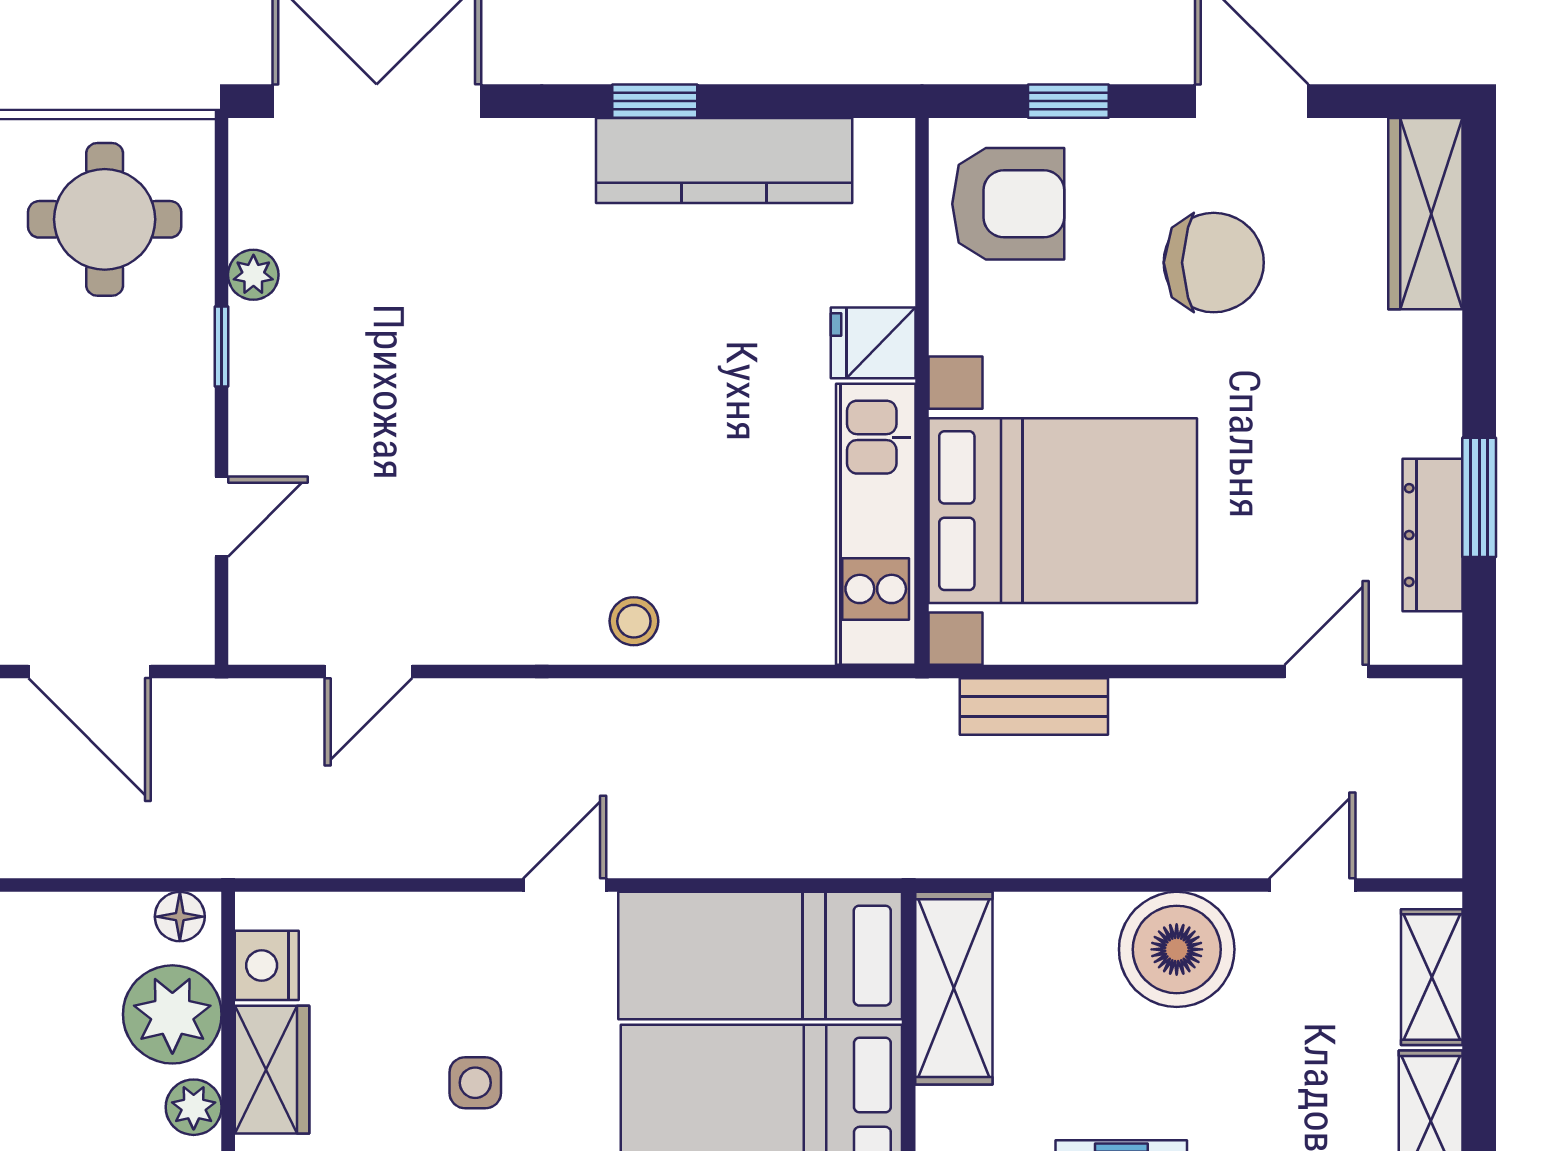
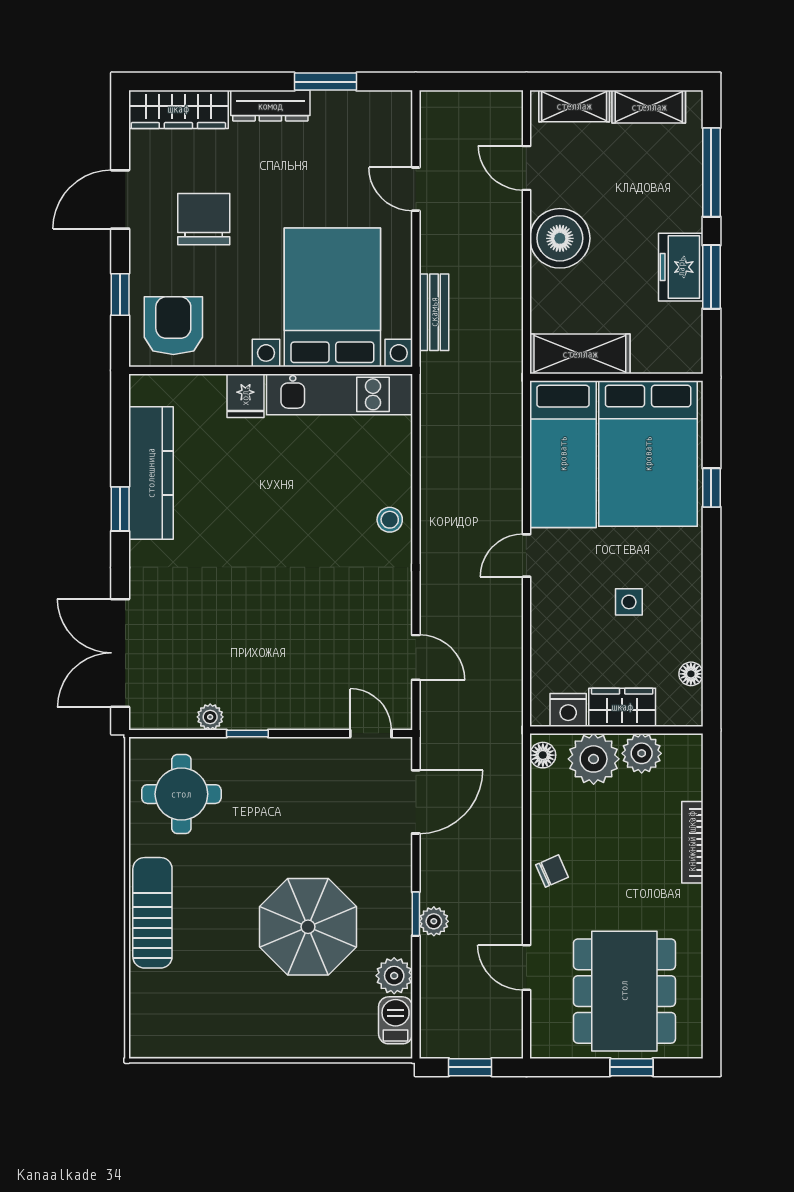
door: (221, 517) -> (371, 733), moved
dresser: (1432, 535) -> (270, 106), moved
door: (1327, 672) -> (416, 189), moved
door: (565, 885) -> (526, 556), hinge flipped
plant: (194, 1107) -> (642, 753), width x1.38, depth x1.38

